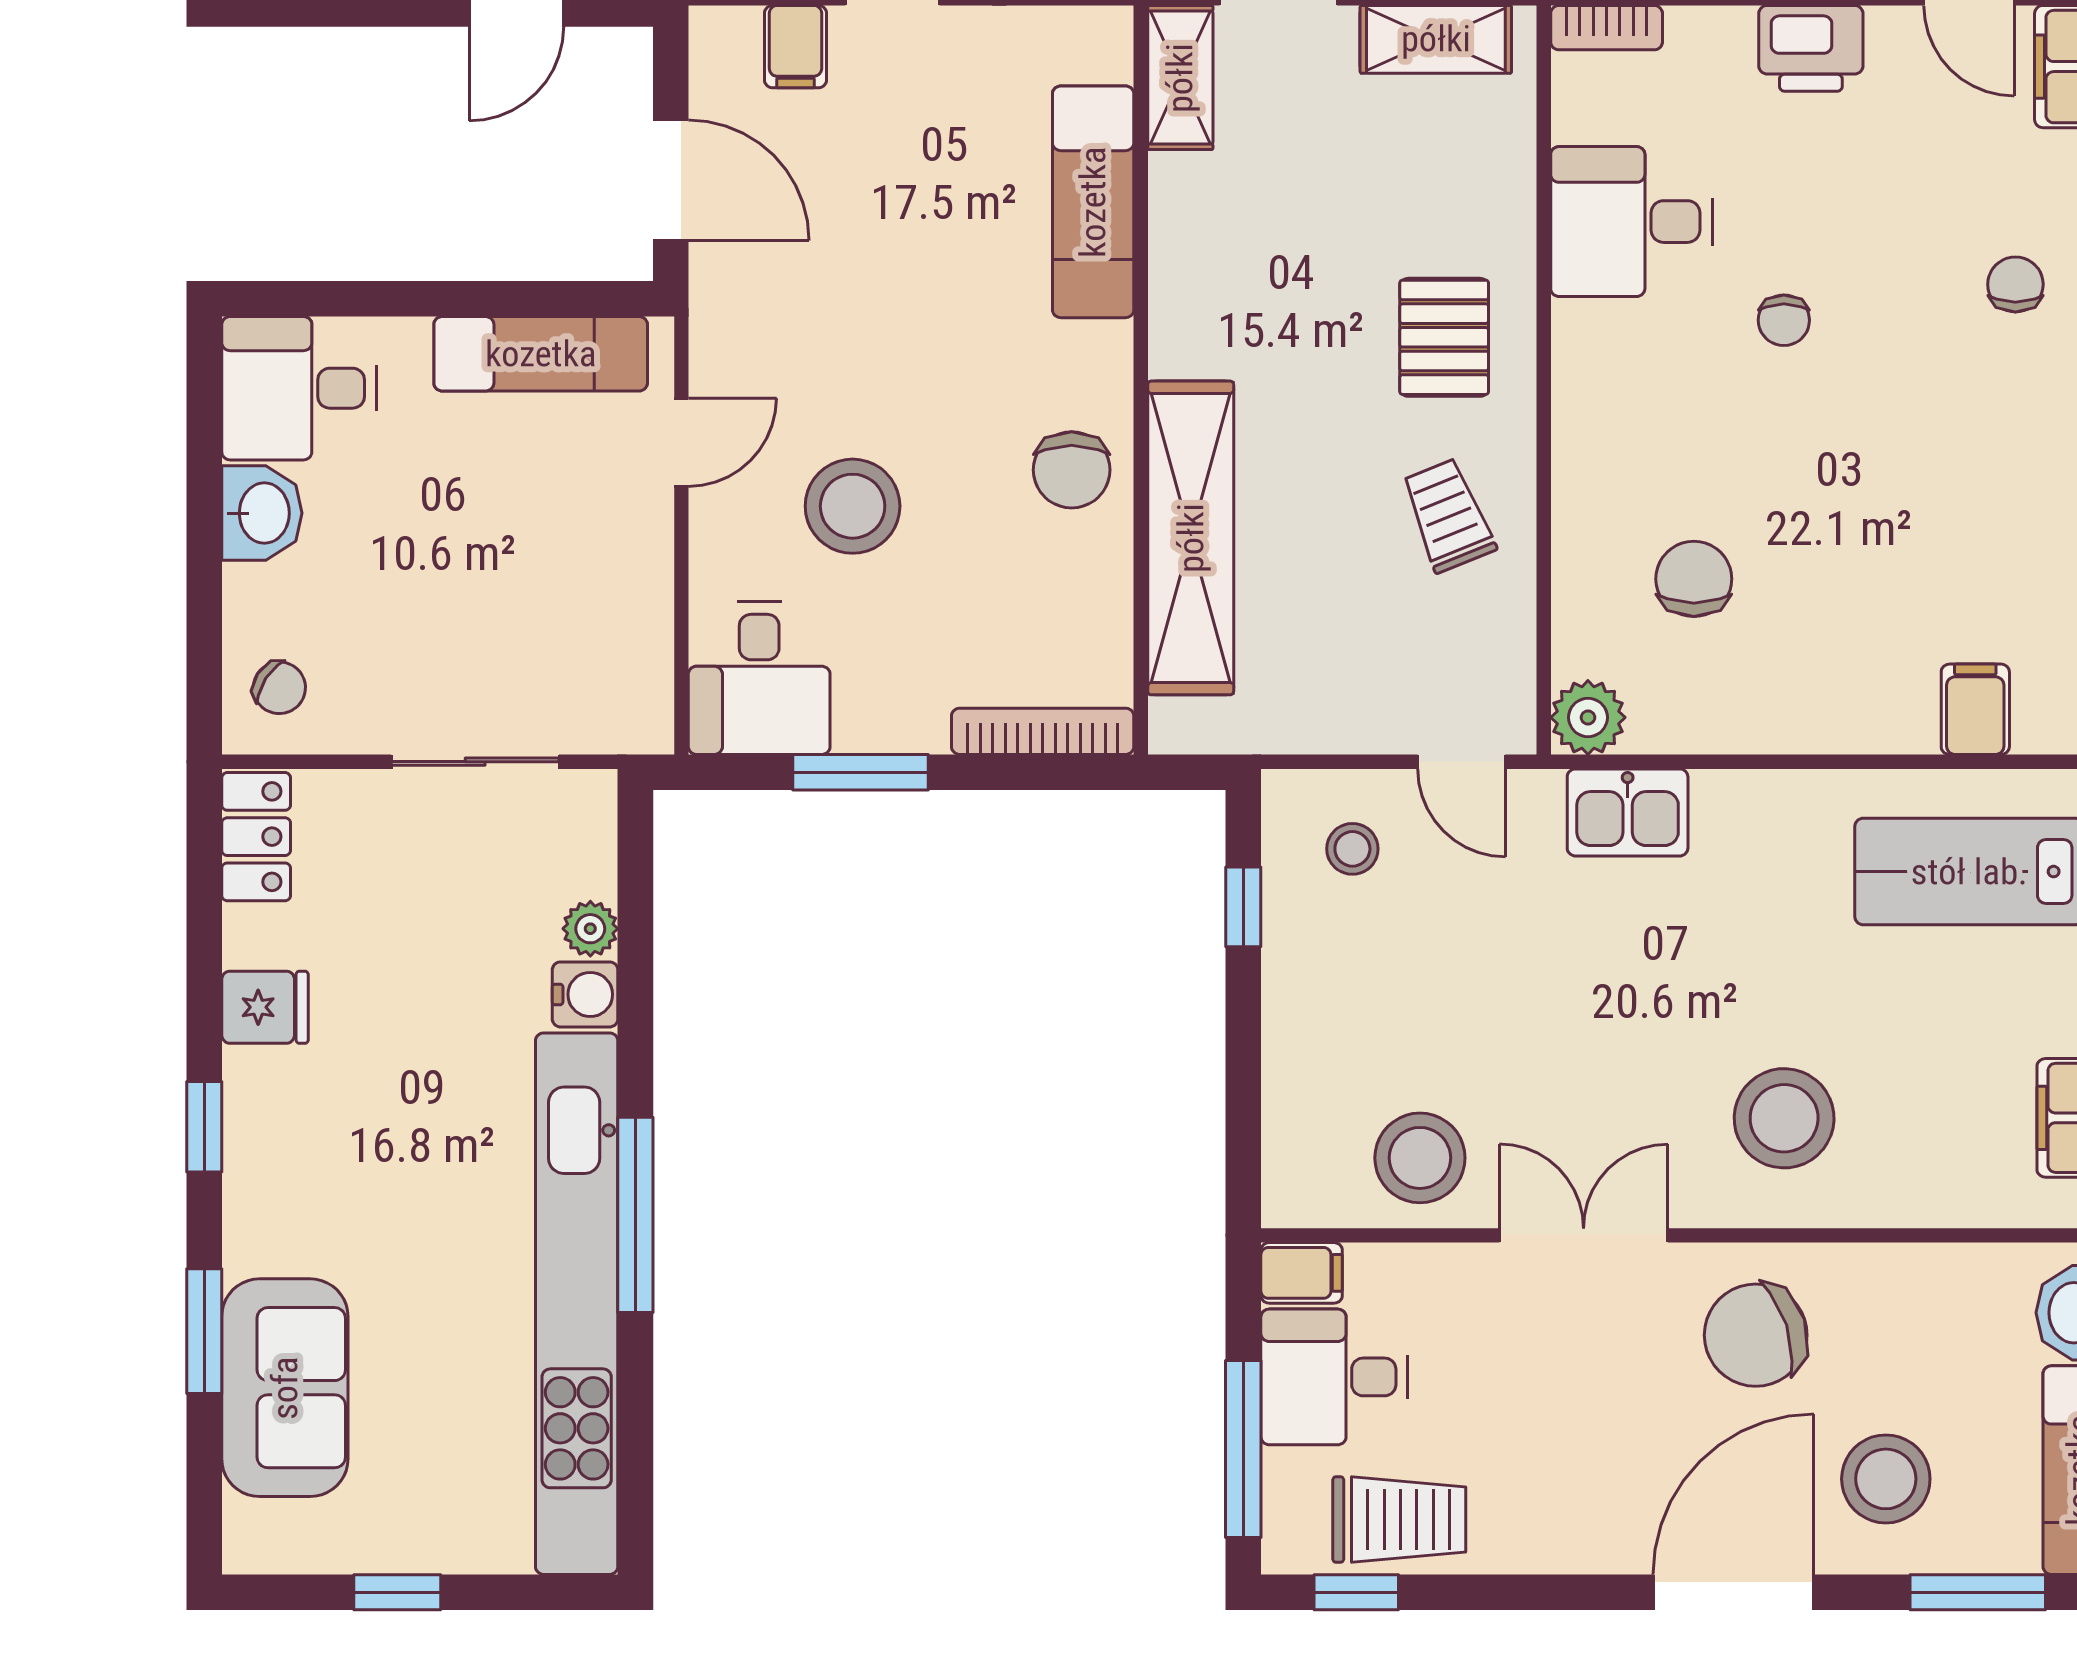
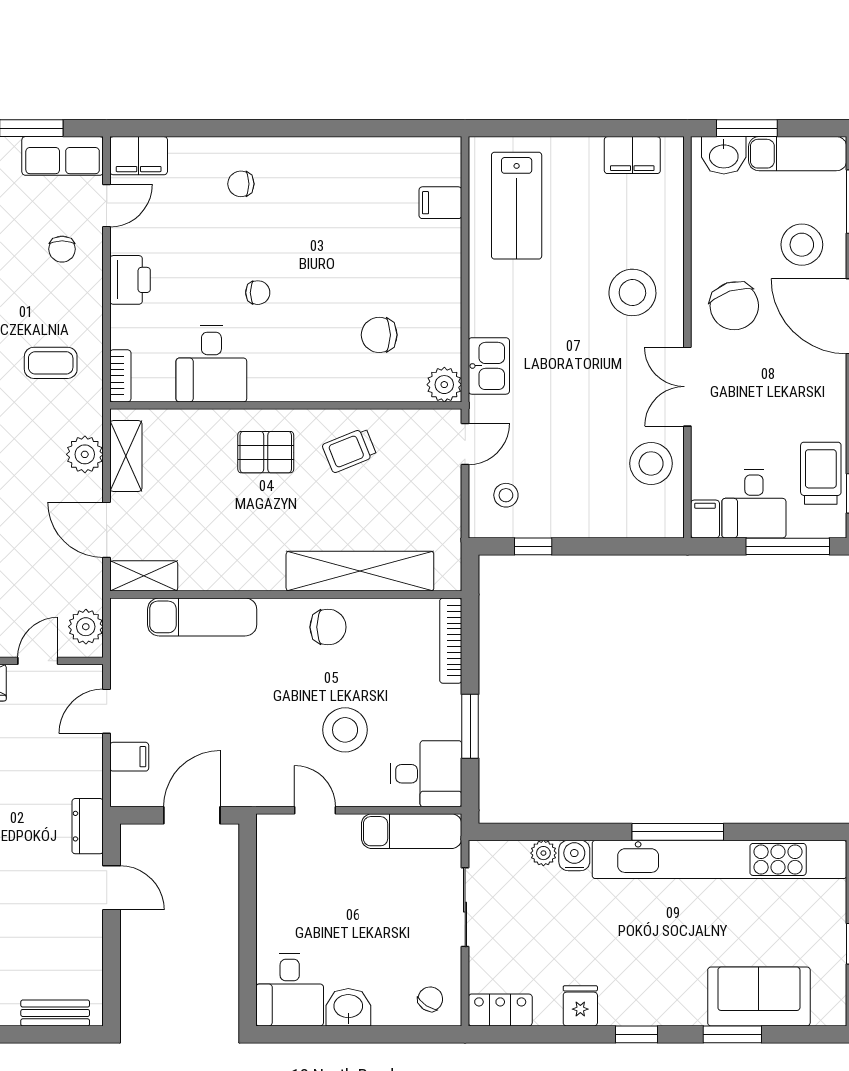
exam couch: (541, 354) -> (412, 831), moved, turned 90

